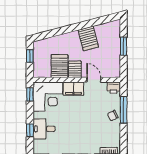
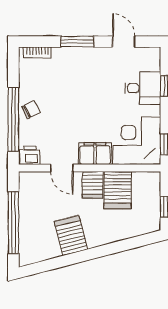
window: (124, 46) -> (13, 223), width x2.11
window: (124, 110) -> (13, 119), width x1.46

